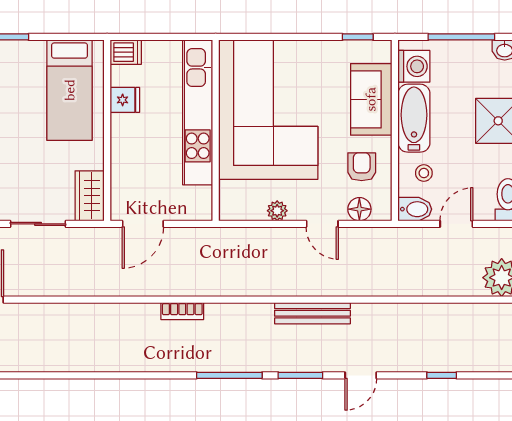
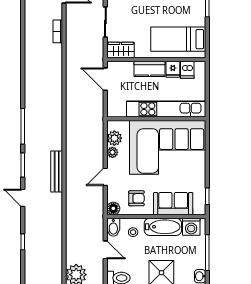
dishwasher: (126, 52) -> (187, 70), moved
kitchen counter: (124, 143) -> (150, 69), added
plant: (251, 207) -> (114, 138), added
floor lamp: (359, 209) -> (113, 208), moved
bookcase: (182, 311) -> (58, 31), moved

